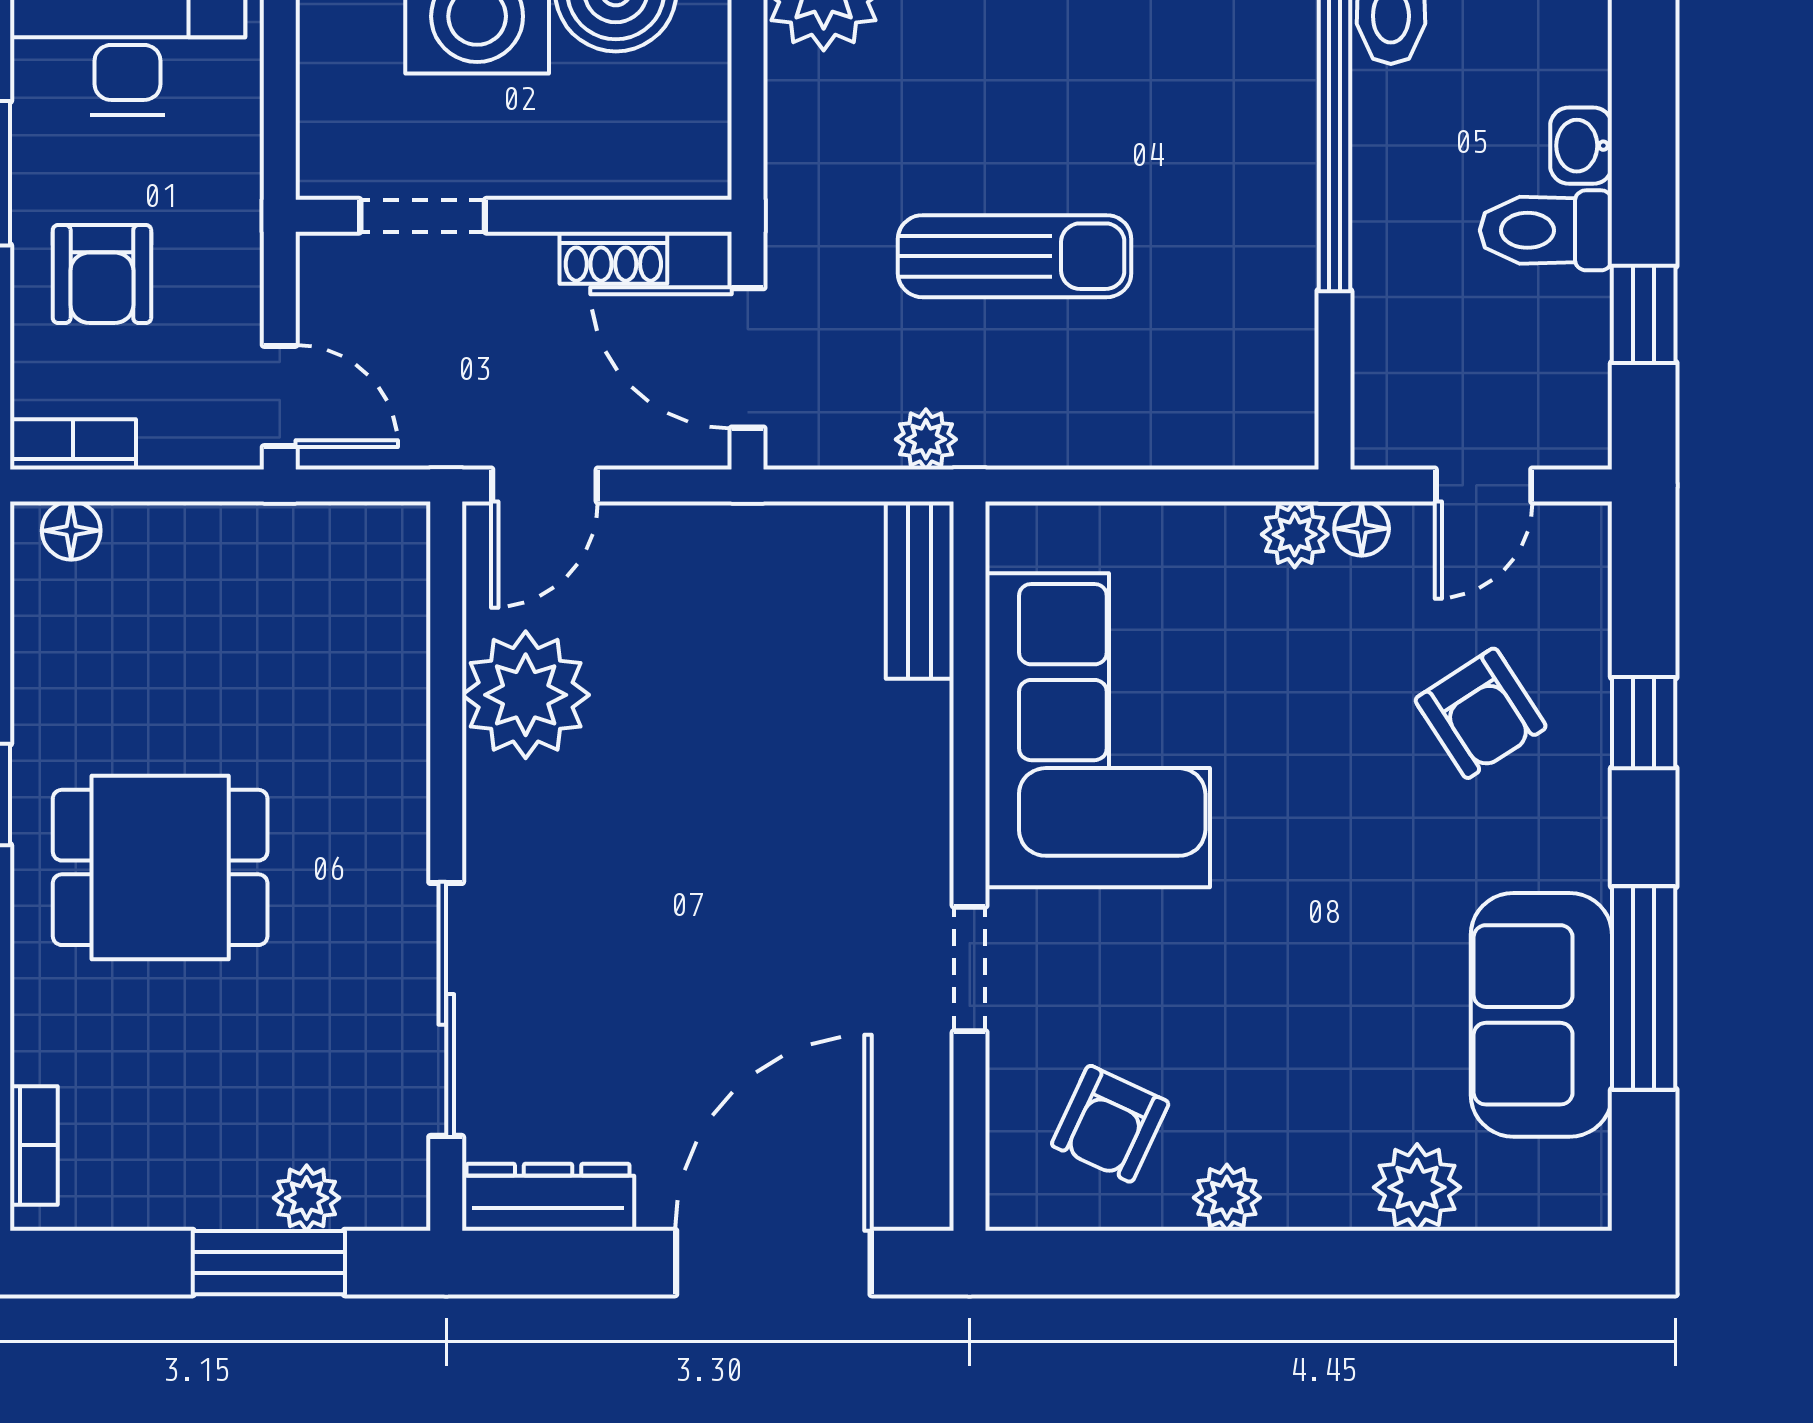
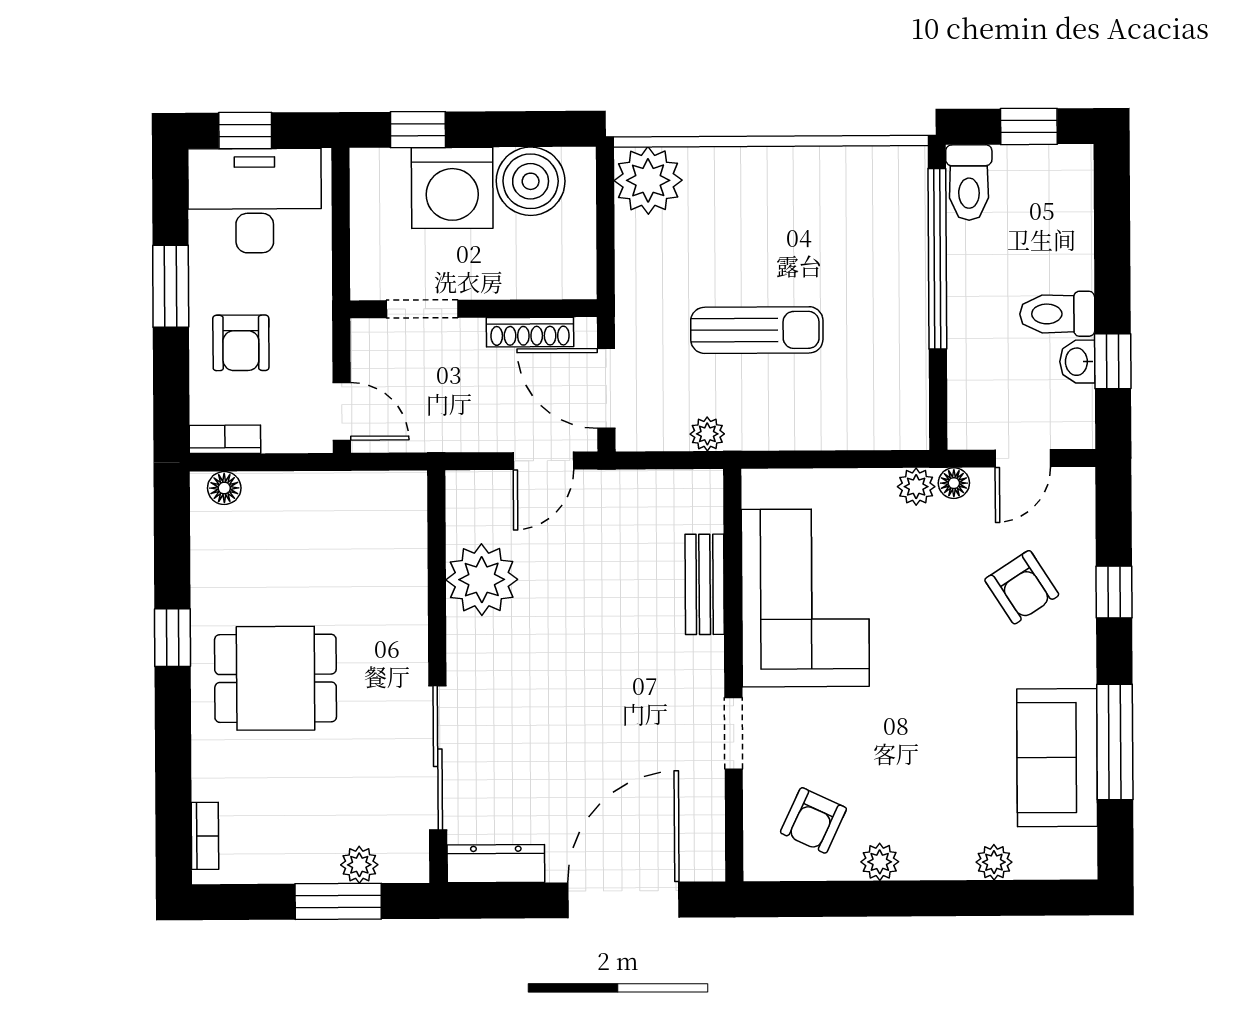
washbasin: (1581, 146) -> (1077, 362), moved
shoe rack: (613, 258) -> (530, 332), width x1.43
door: (544, 485) -> (543, 461), moved
bench: (920, 590) -> (705, 584), moved
plant: (1417, 1187) -> (994, 862), width x0.73, depth x0.73

